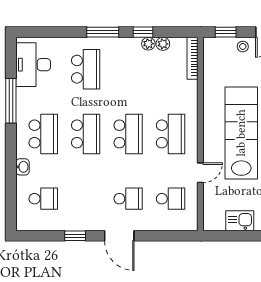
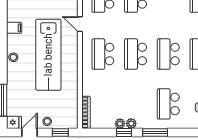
plant: (163, 44) -> (131, 123), moved
door: (200, 173) -> (80, 24), hinge flipped

